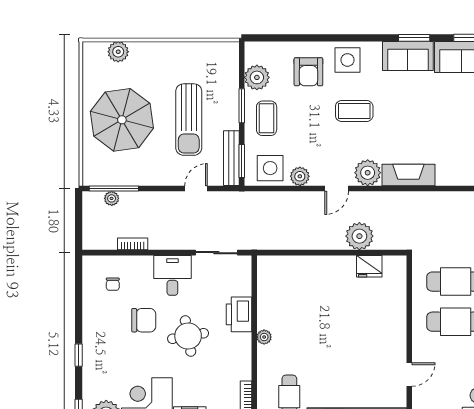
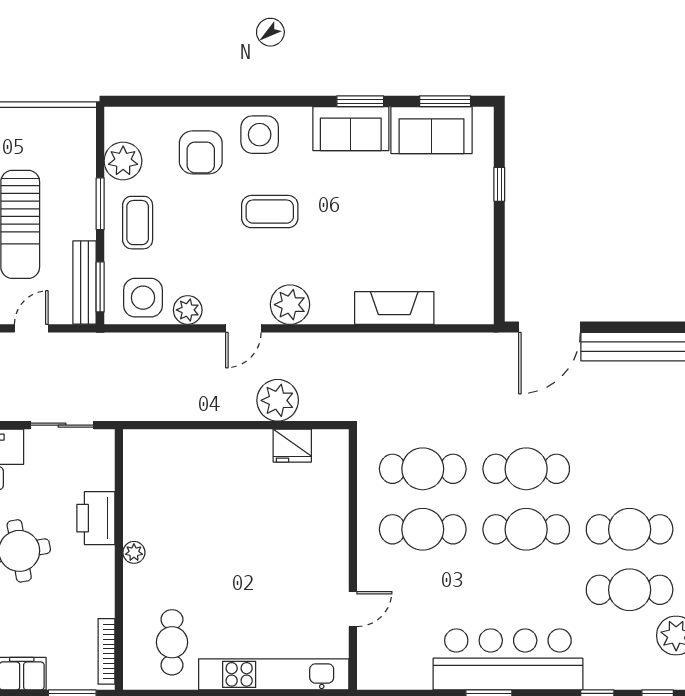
fireplace: (408, 175) -> (394, 308), moved

